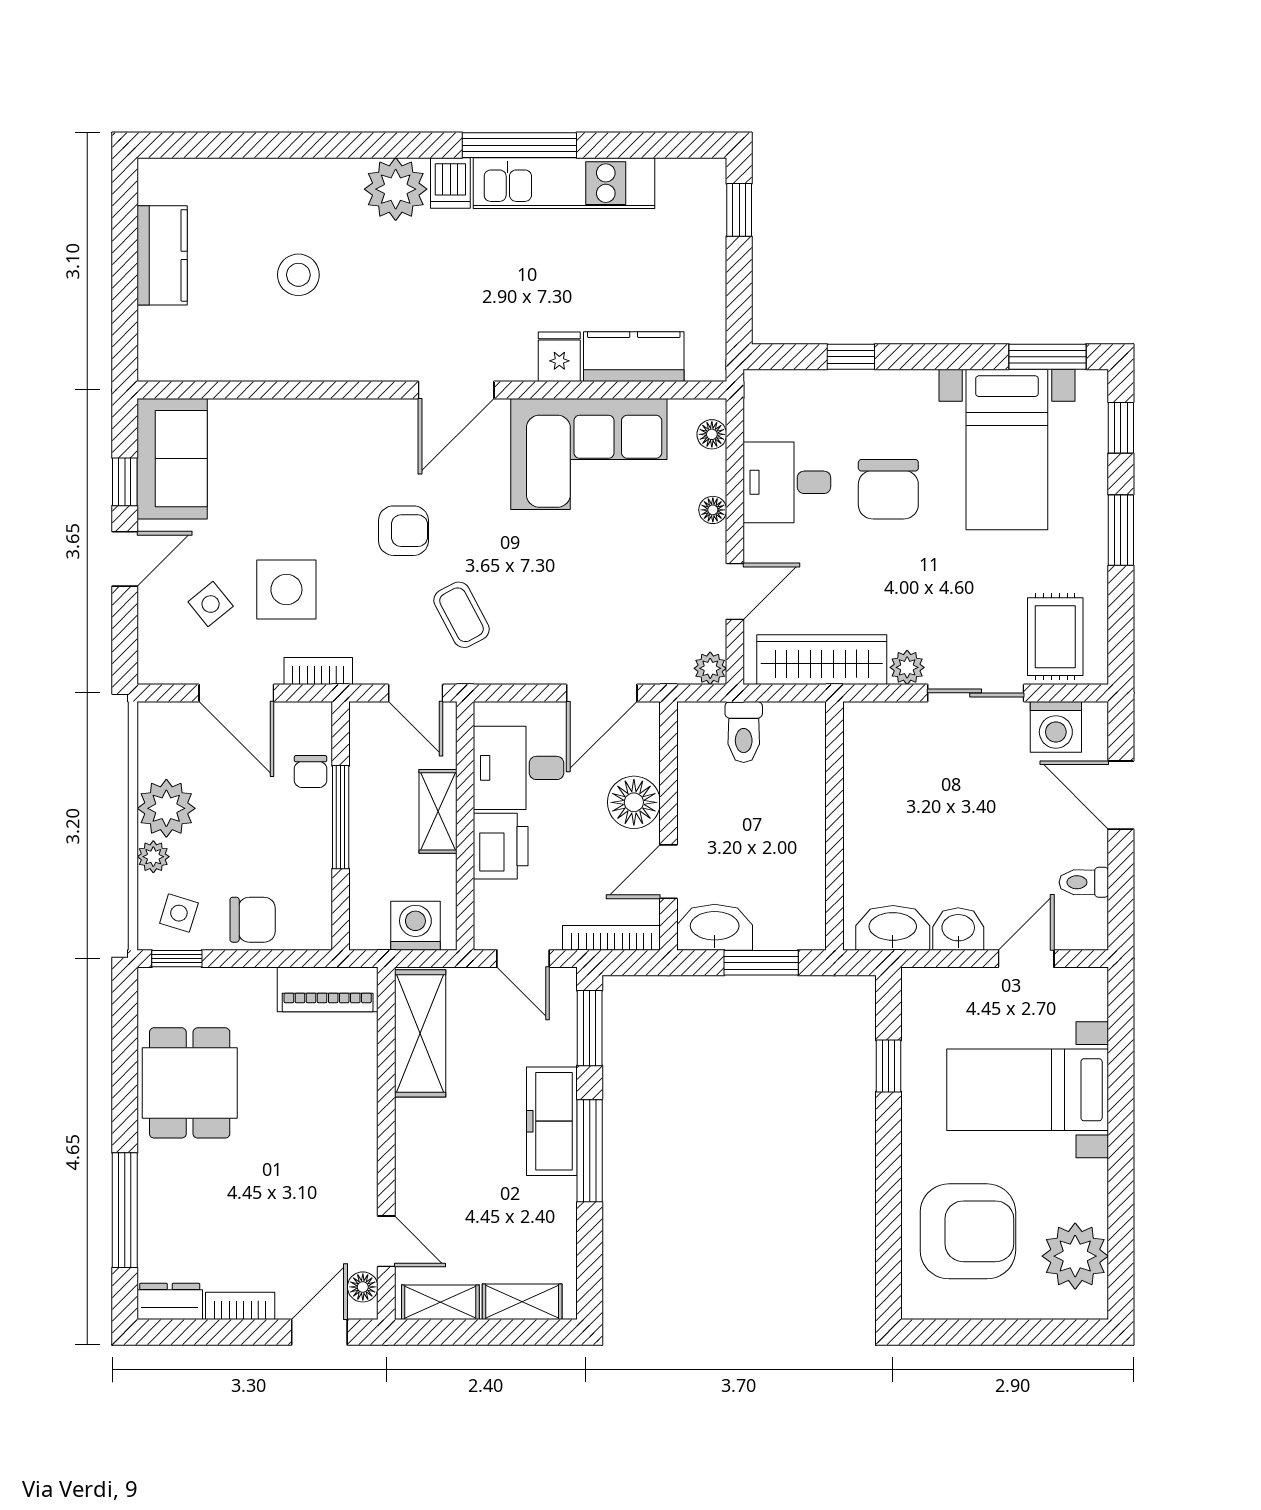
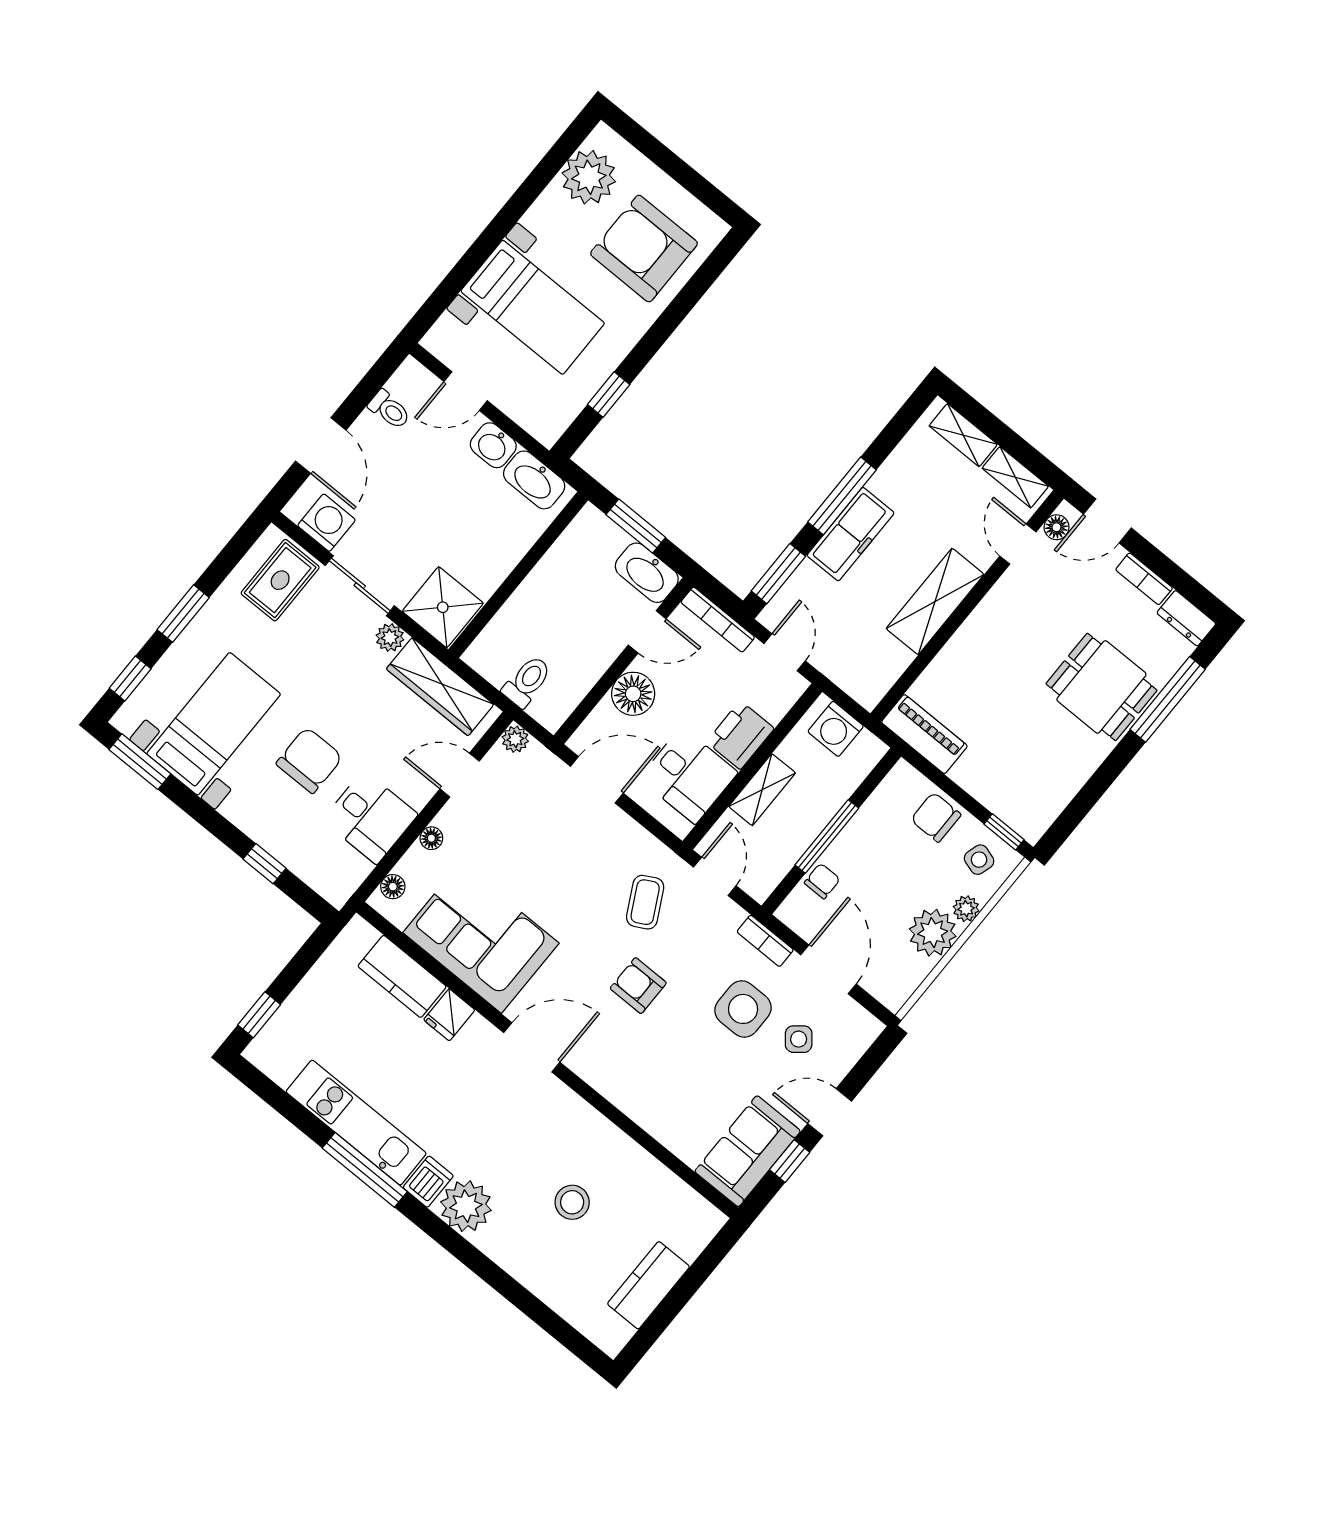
shower: (881, 737) -> (443, 607), added
shelving: (420, 1033) -> (935, 601), moved
dining table: (190, 1083) -> (1101, 687), moved, turned 90

